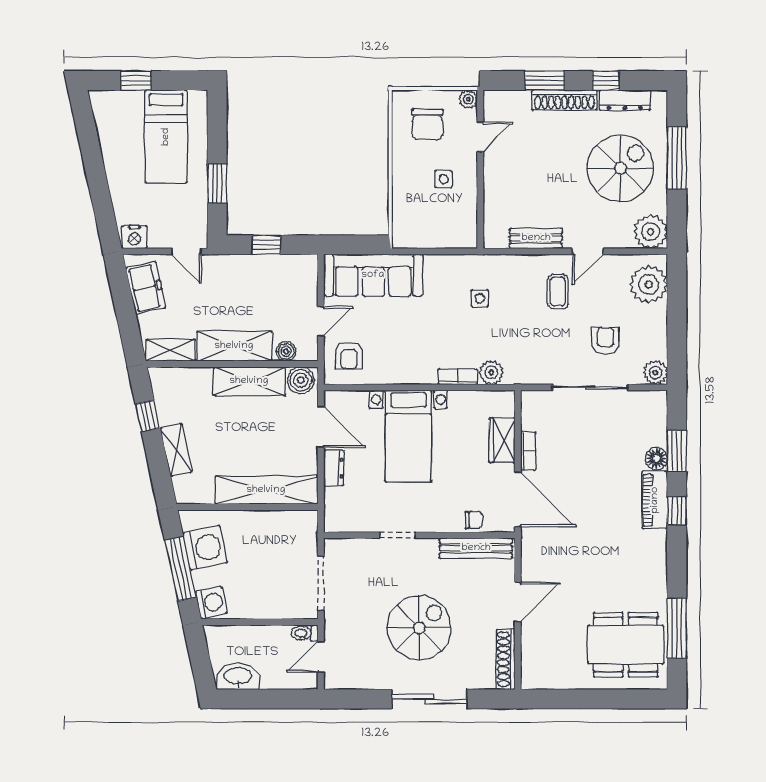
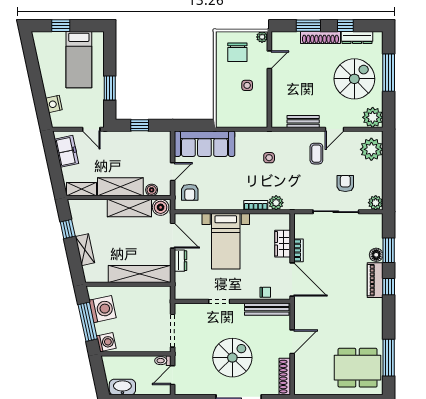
nightstand: (134, 237) -> (54, 104), moved, turned 78

